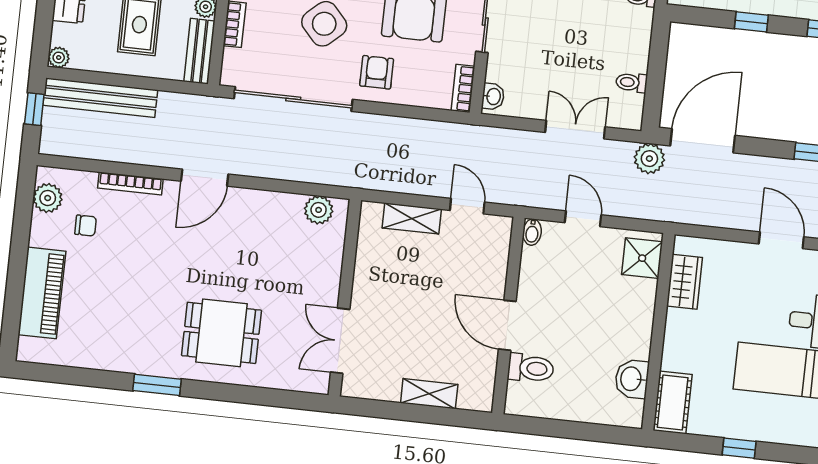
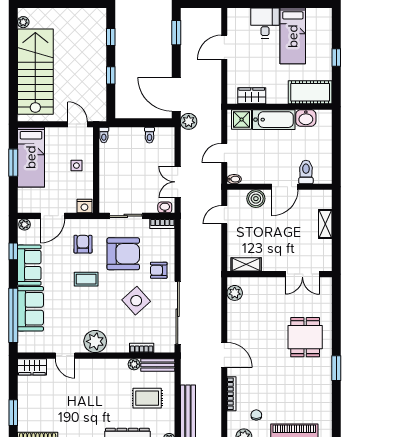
double door: (575, 130) -> (178, 182), moved
shelving: (412, 219) -> (246, 264), moved, turned 90
boiler: (491, 269) -> (256, 199), added
bathtub: (635, 318) -> (274, 120), added
cot: (673, 402) -> (310, 92), width x1.37, depth x1.34

